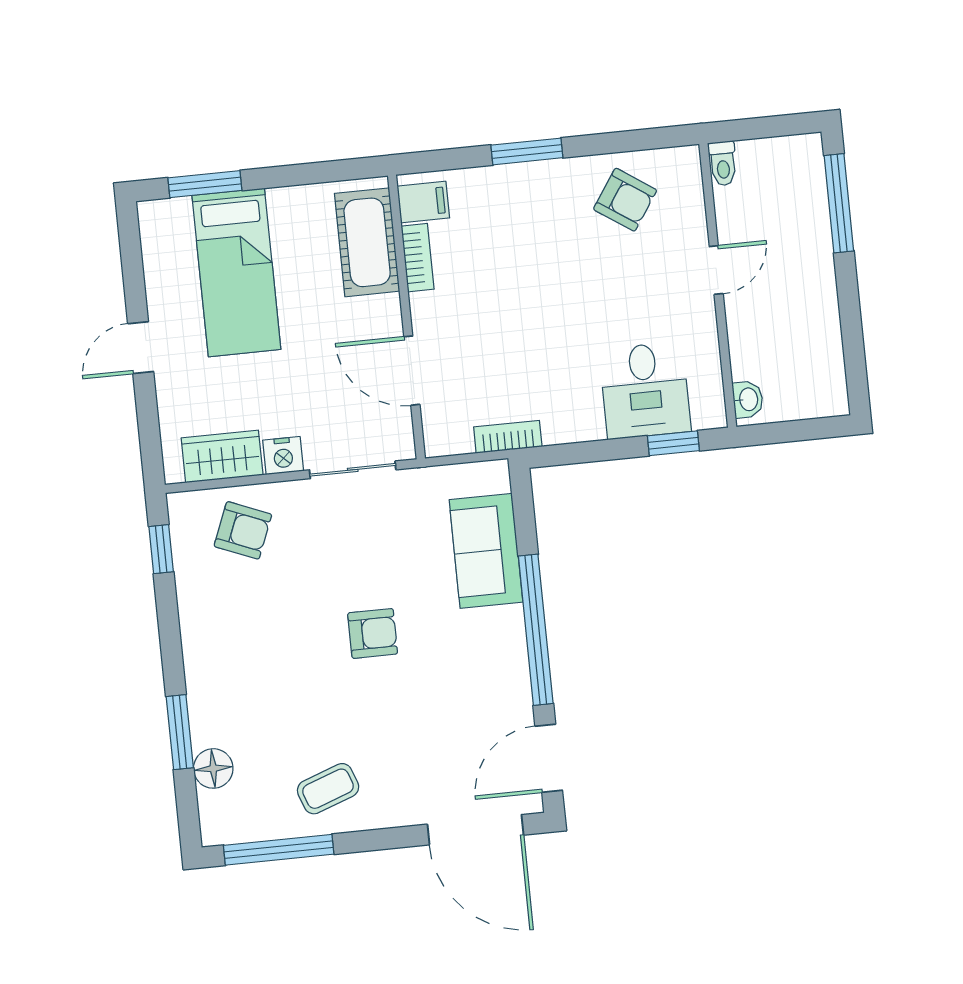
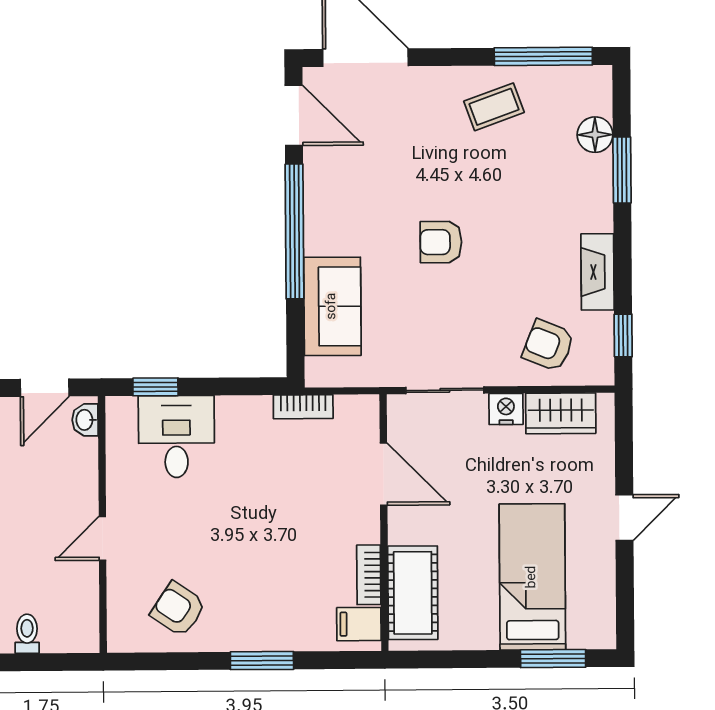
toilet: (723, 163) -> (27, 634), moved
door: (796, 431) -> (45, 388), added
fireplace: (196, 617) -> (597, 272), added
door: (549, 758) -> (294, 115), hinge flipped

